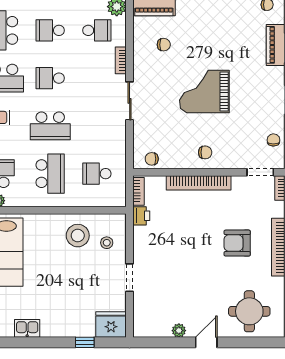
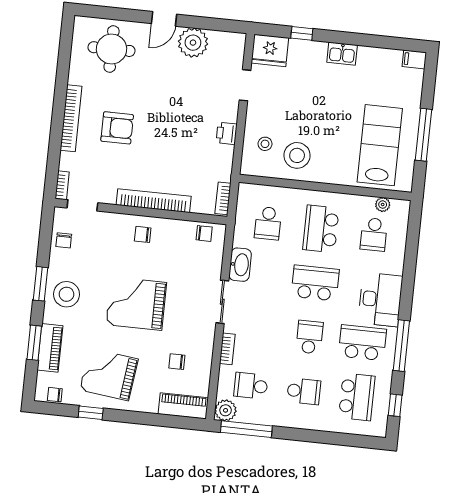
grand piano: (222, 27) -> (109, 374), added
school desk: (50, 78) -> (309, 337), turned -90
grand piano: (204, 91) -> (136, 304), turned 180
stool: (266, 93) -> (66, 294), added
washbasin: (117, 135) -> (240, 265), added
school desk: (97, 174) -> (268, 223), turned 90
printer: (141, 216) -> (227, 133), moved
doorway: (130, 278) -> (245, 85), moved
kitchen sink: (27, 328) -> (342, 54), moved
plant: (179, 331) -> (193, 43), width x1.87, depth x1.87

